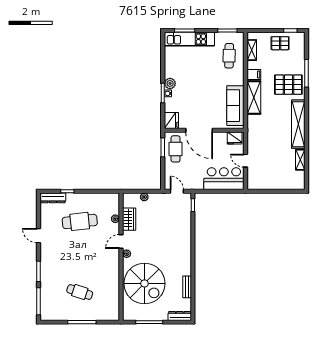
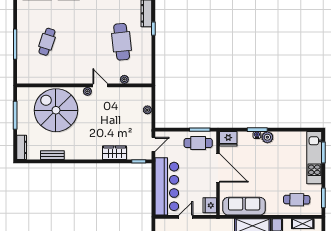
door: (199, 130) -> (218, 168), swing flipped
bar counter: (224, 179) -> (167, 186), width x1.36
wardrobe: (129, 219) -> (115, 153), moved, turned 180
spiral stairs: (144, 283) -> (56, 110), turned 90

